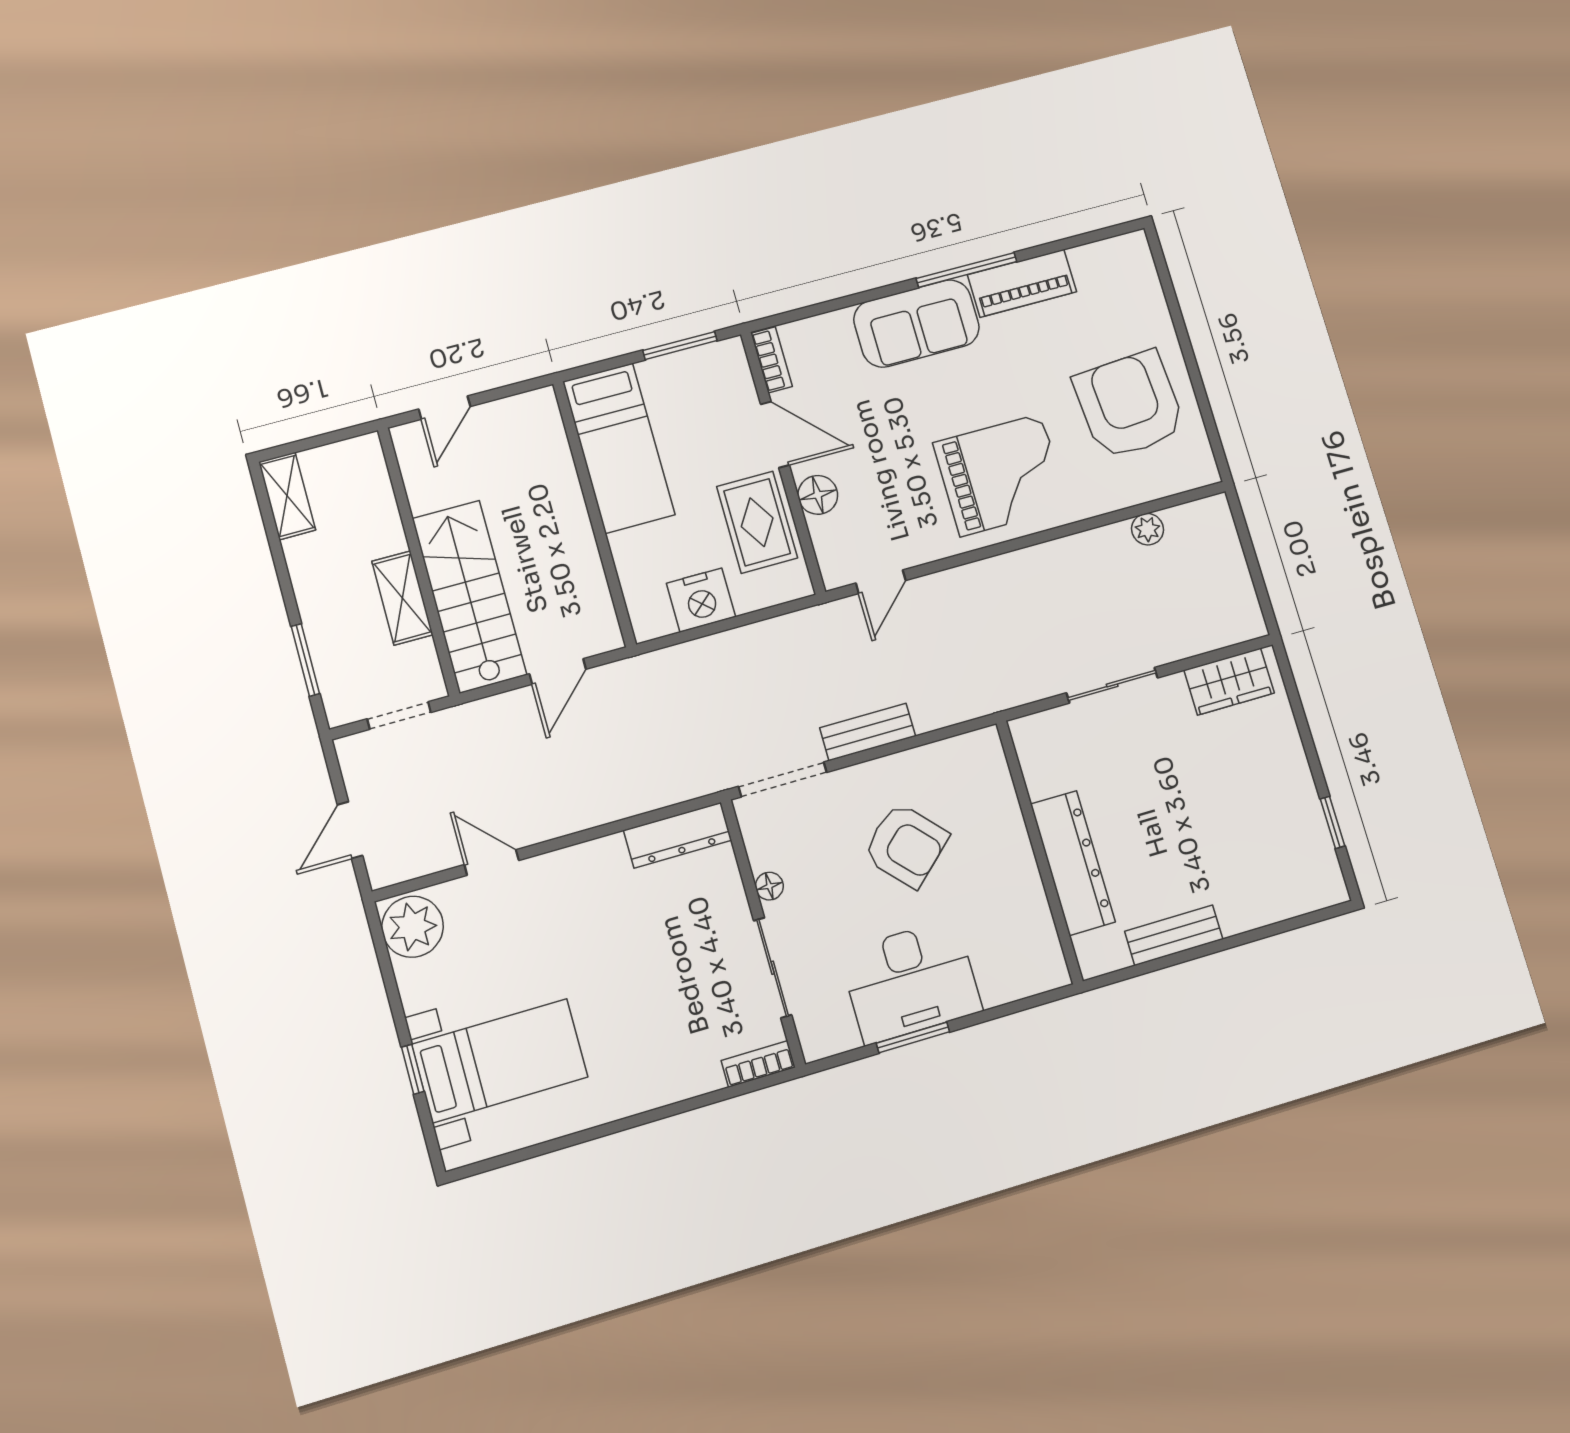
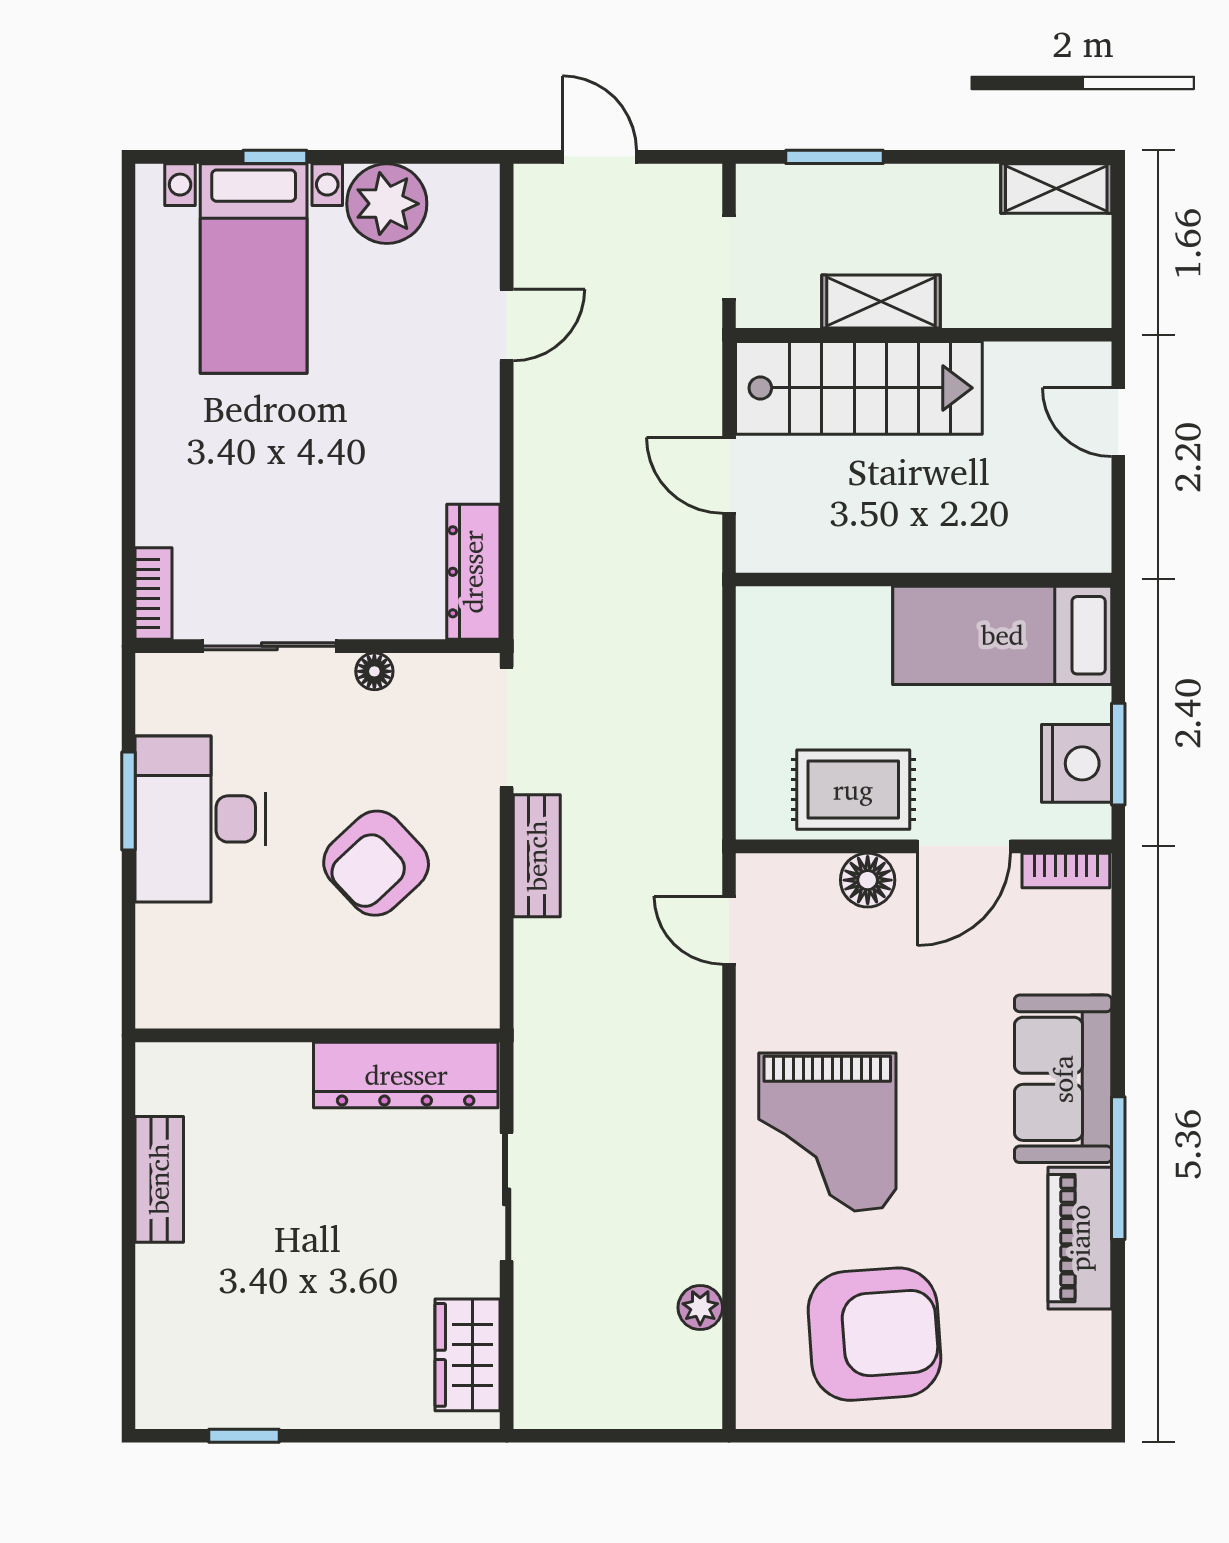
nightstand: (701, 600) -> (1077, 763), moved, turned 180
dresser: (1073, 863) -> (406, 1075), moved
plant: (413, 927) -> (387, 204), moved

